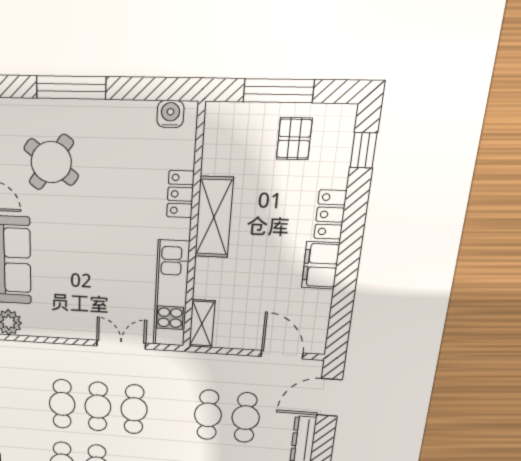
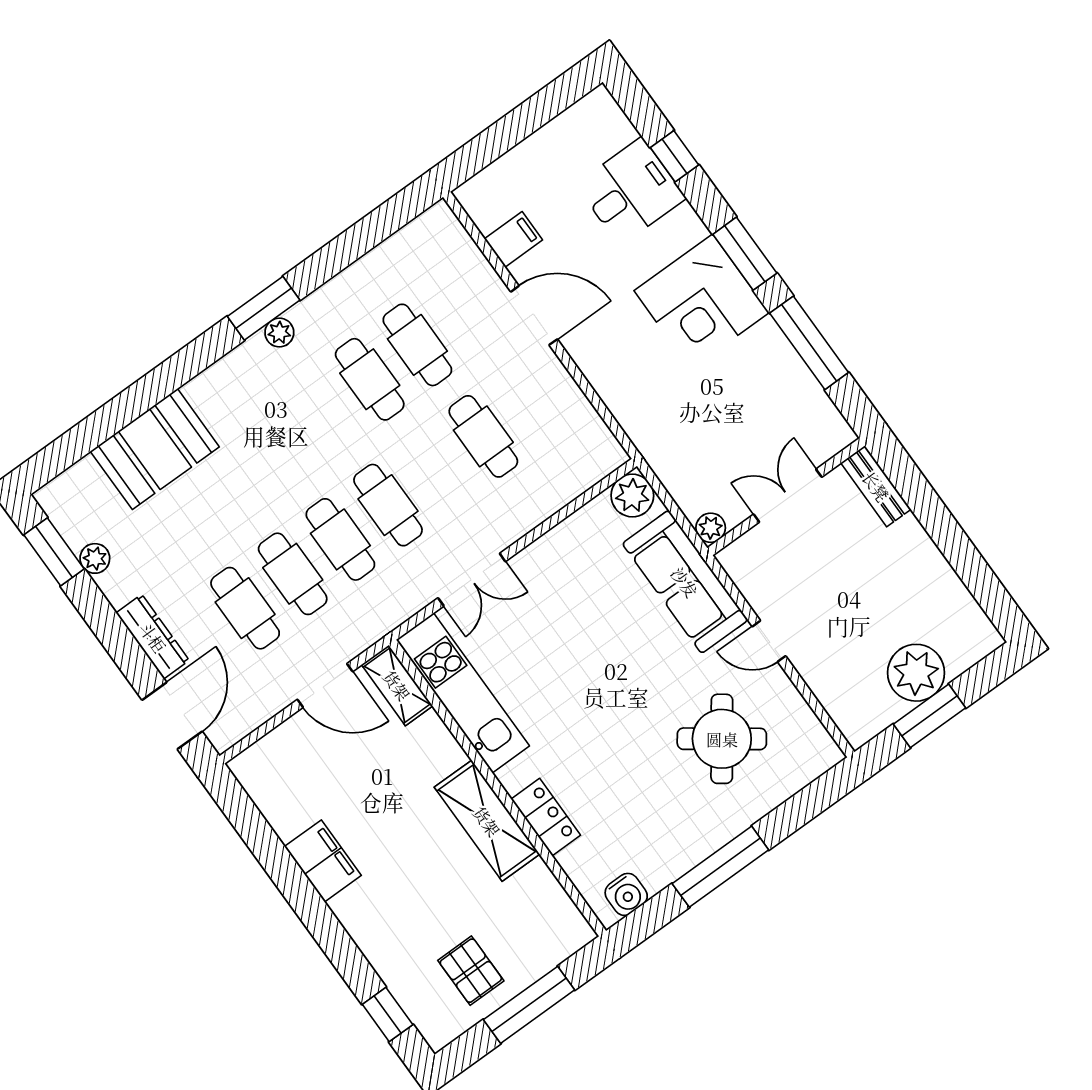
window: (71, 87) -> (720, 867), moved
locker: (330, 215) -> (362, 923), removed
door: (282, 355) -> (325, 686), moved
cafe table: (98, 407) -> (340, 539), moved

